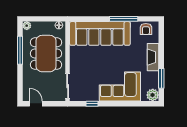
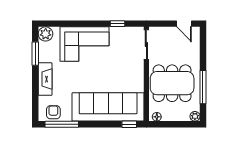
window: (82, 19) -> (129, 124), added
window: (124, 19) -> (62, 124), moved
dining table: (46, 54) -> (172, 83), turned 90

